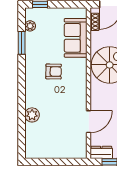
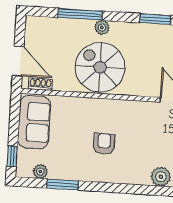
sofa: (76, 38) -> (34, 122), moved, turned -90

